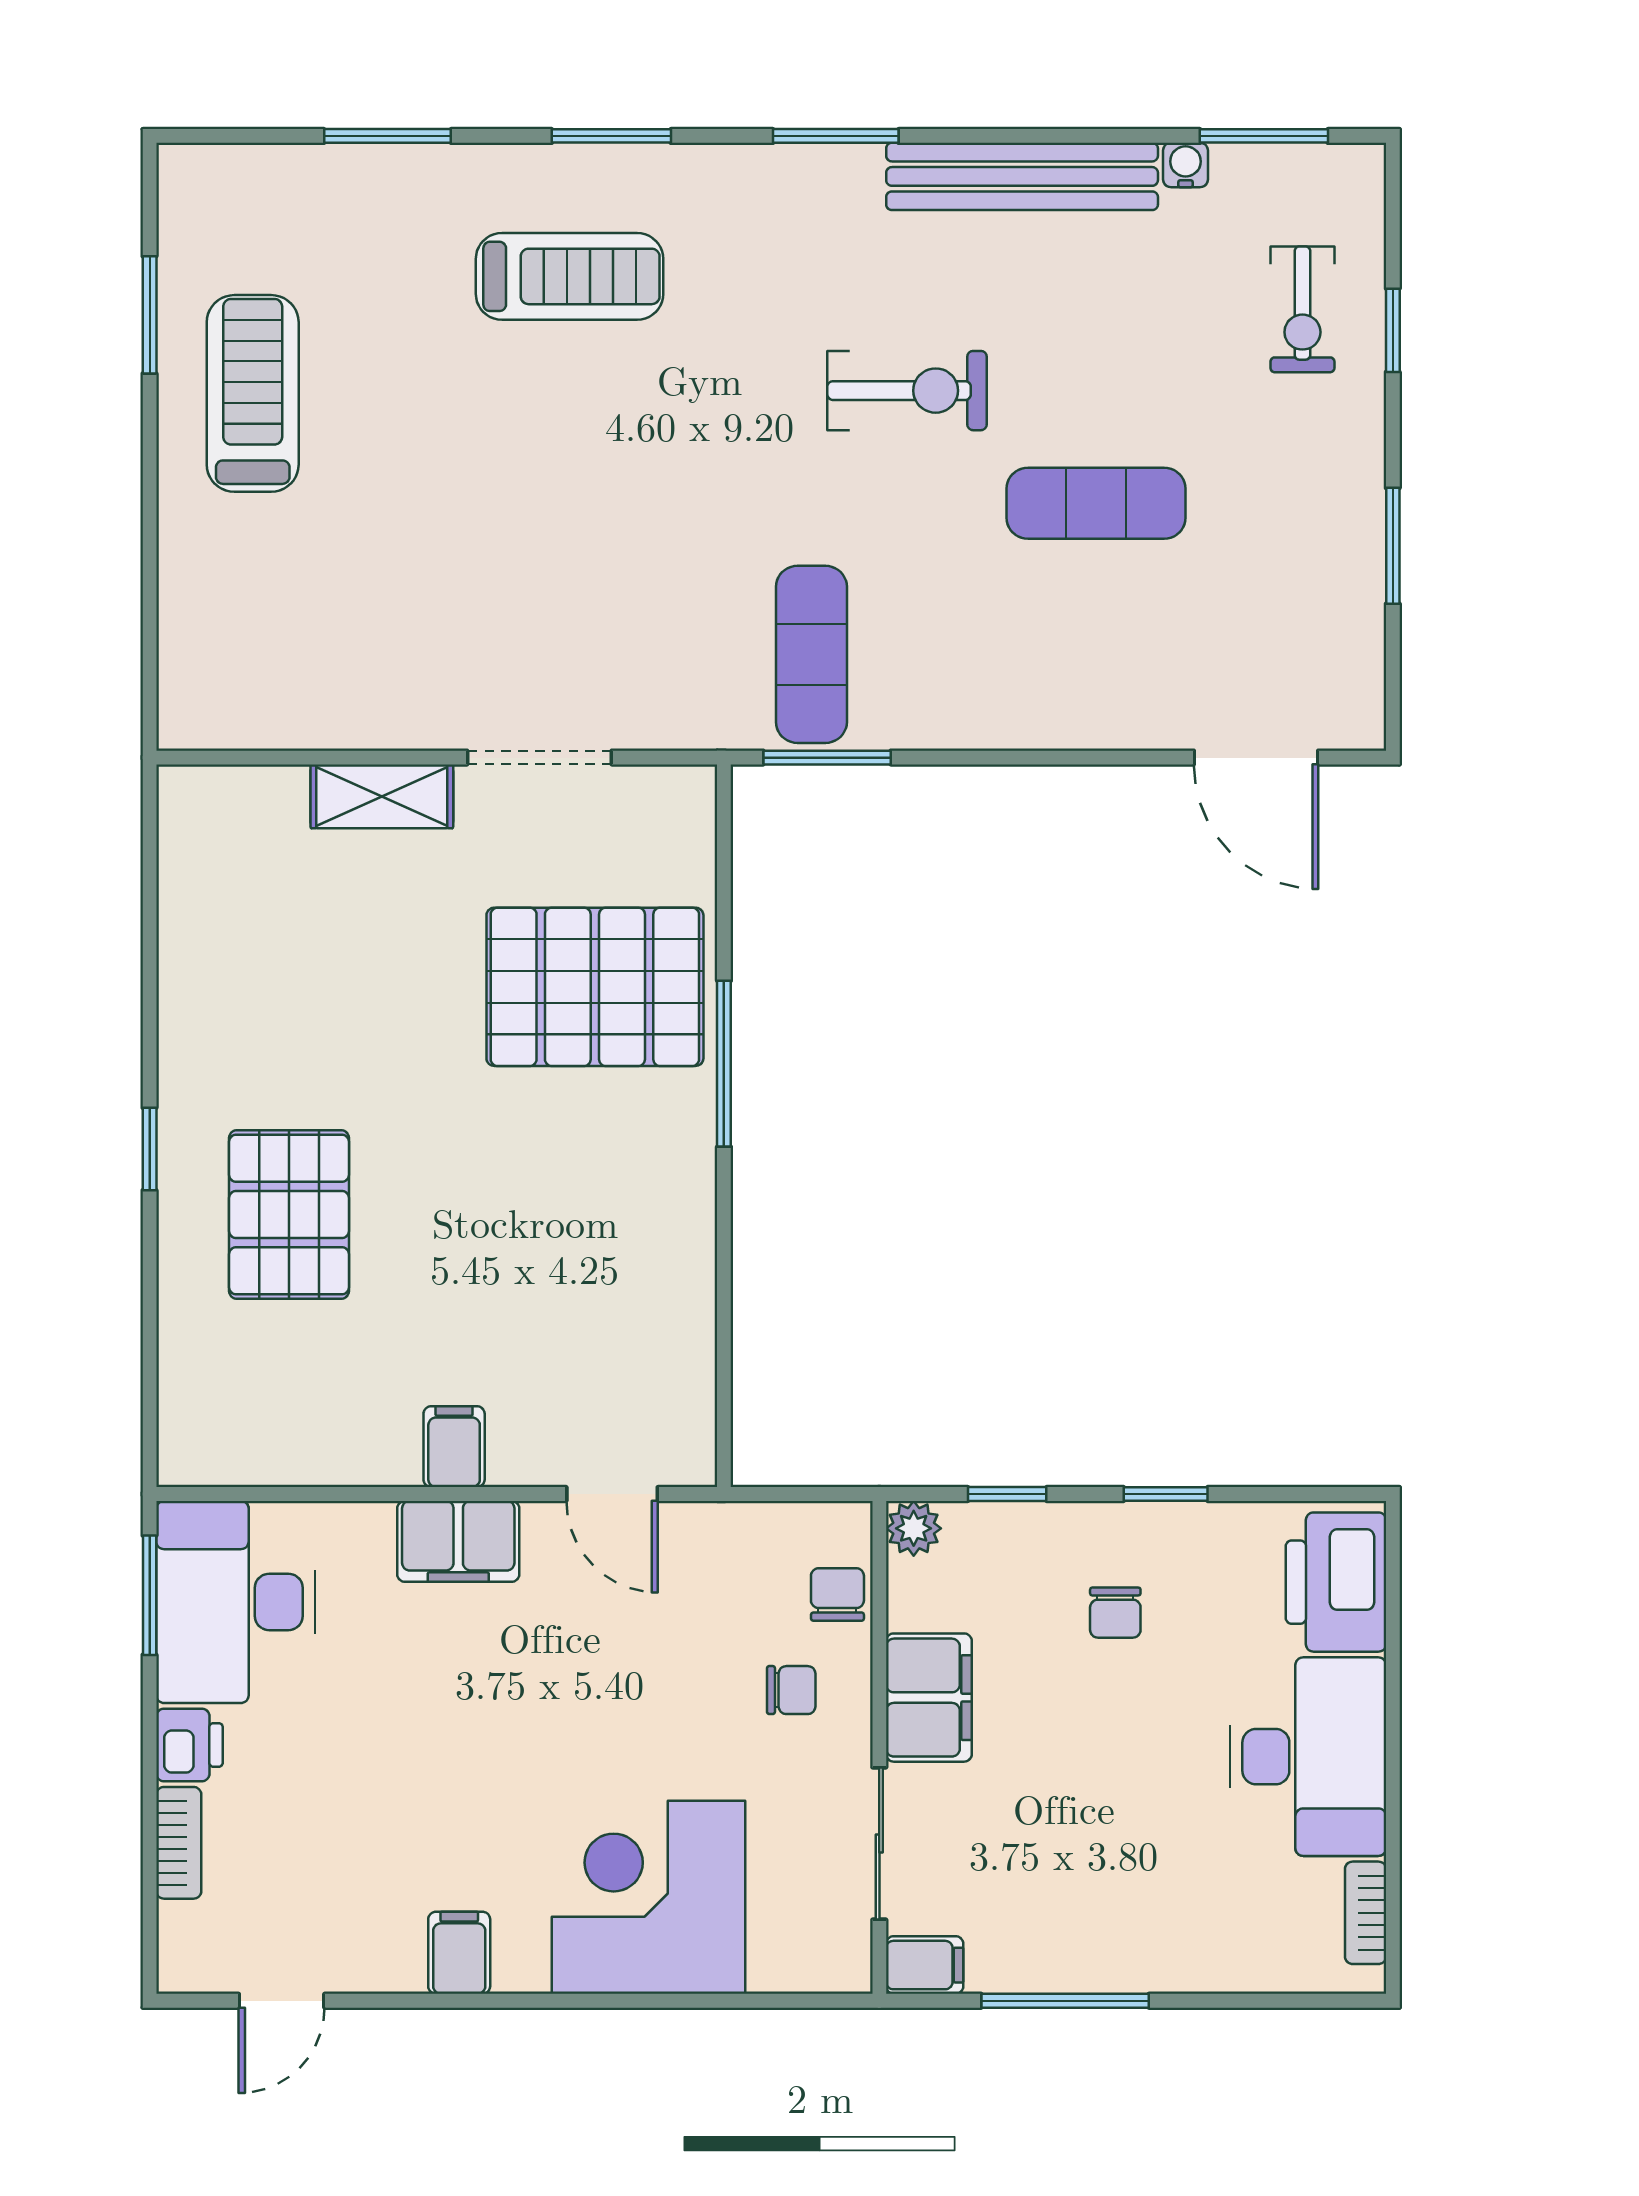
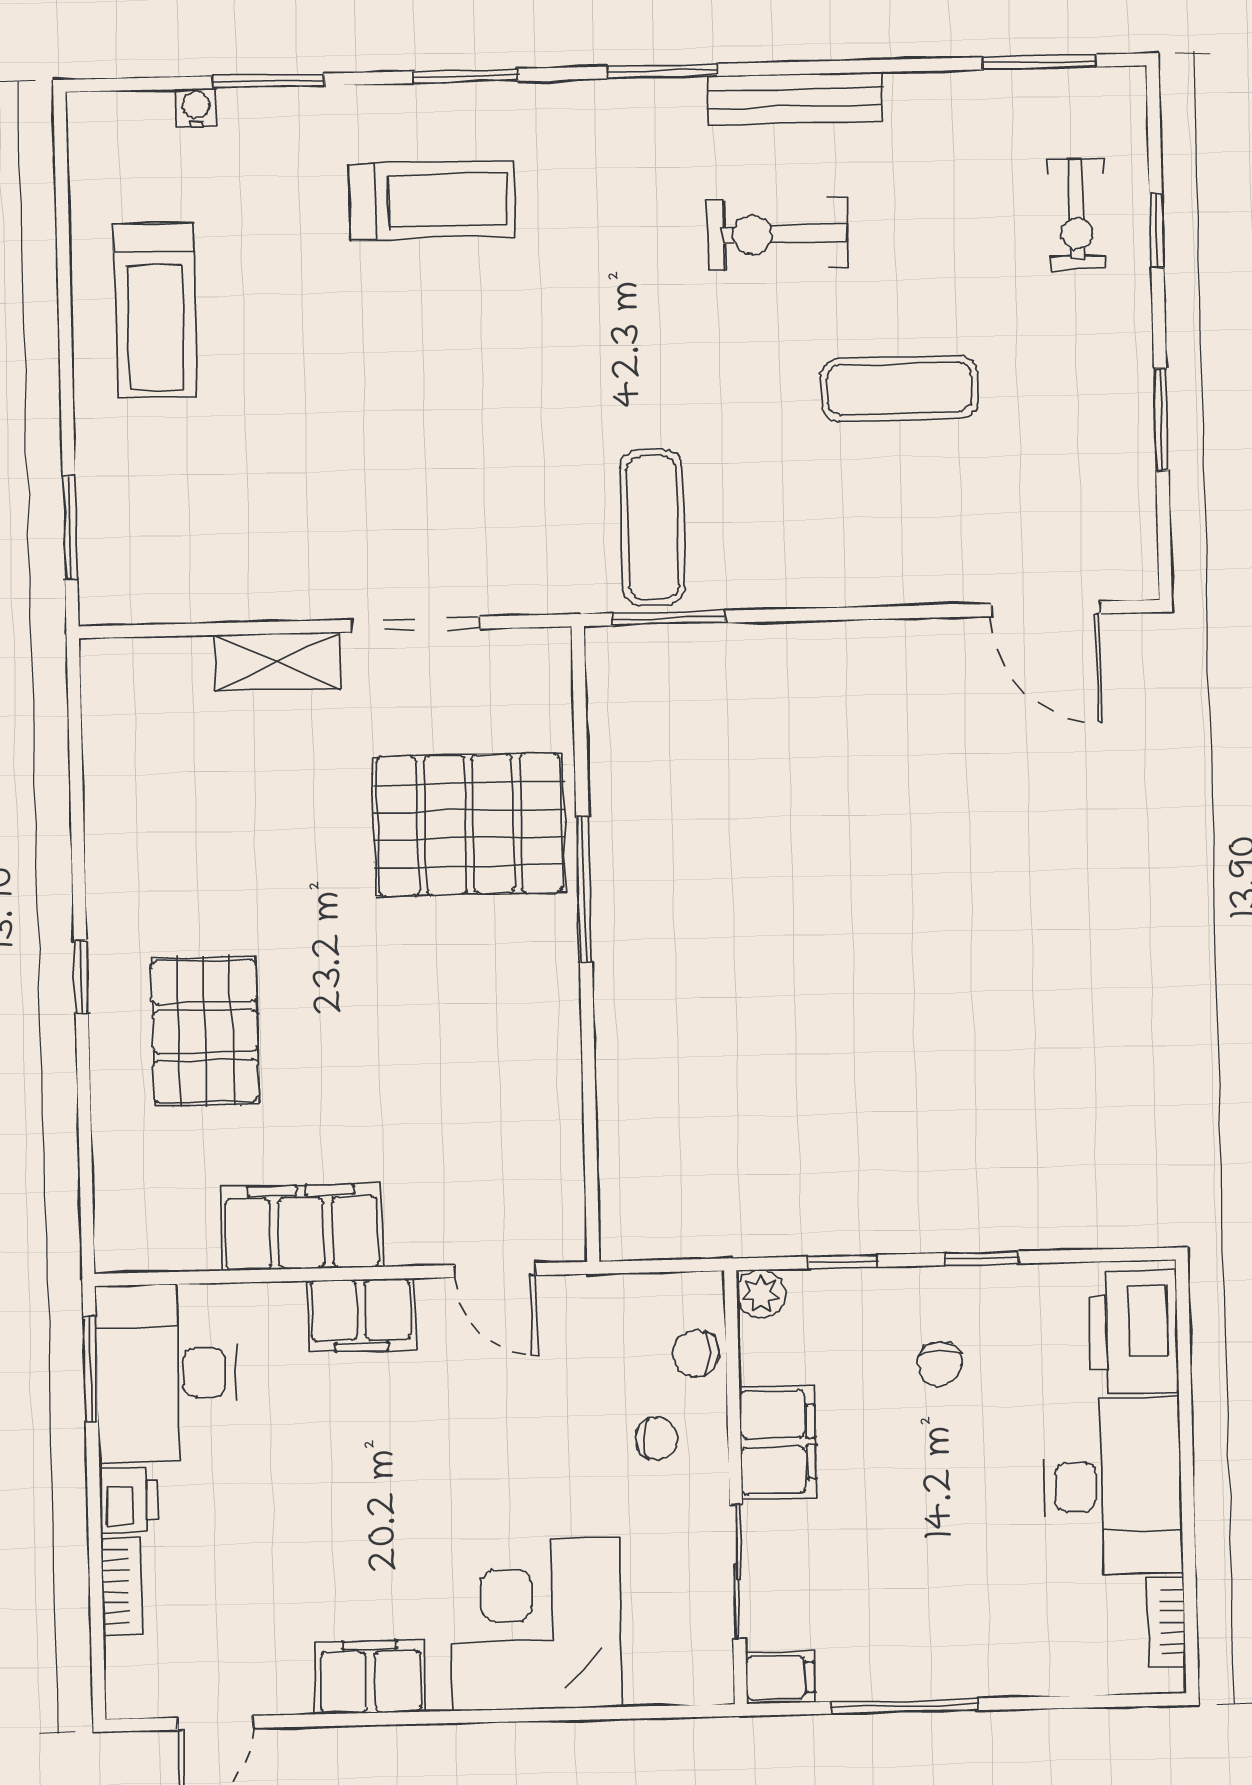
water cooler: (1186, 165) -> (196, 108), moved
bench: (1022, 176) -> (795, 98), width x0.73, depth x0.82
window: (150, 315) -> (70, 527), moved
exercise bike: (907, 391) -> (777, 234), moved, turned 180
treadmill: (253, 393) -> (155, 310), turned 180
filing cabinet: (454, 1447) -> (301, 1227), width x3.00, depth x1.17
chair: (837, 1594) -> (695, 1354), turned -90
filing cabinet: (459, 1953) -> (371, 1677), width x2.00

